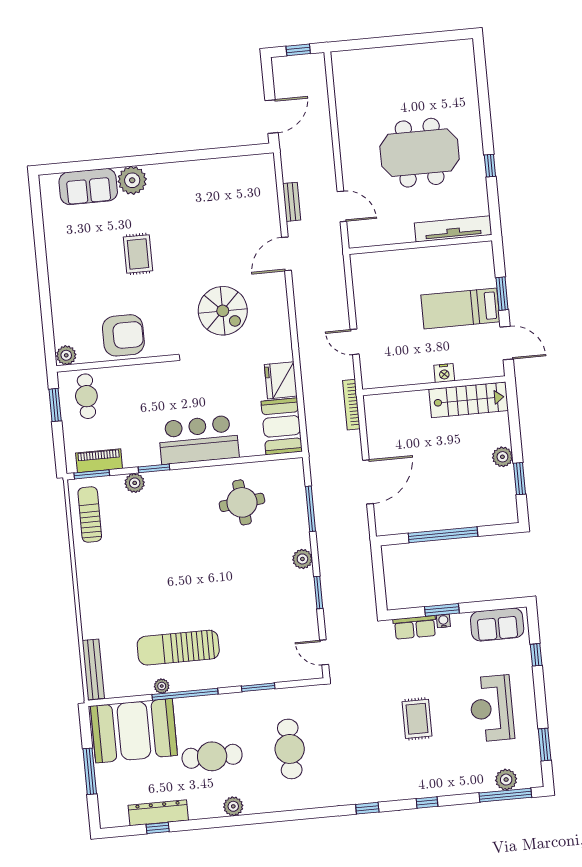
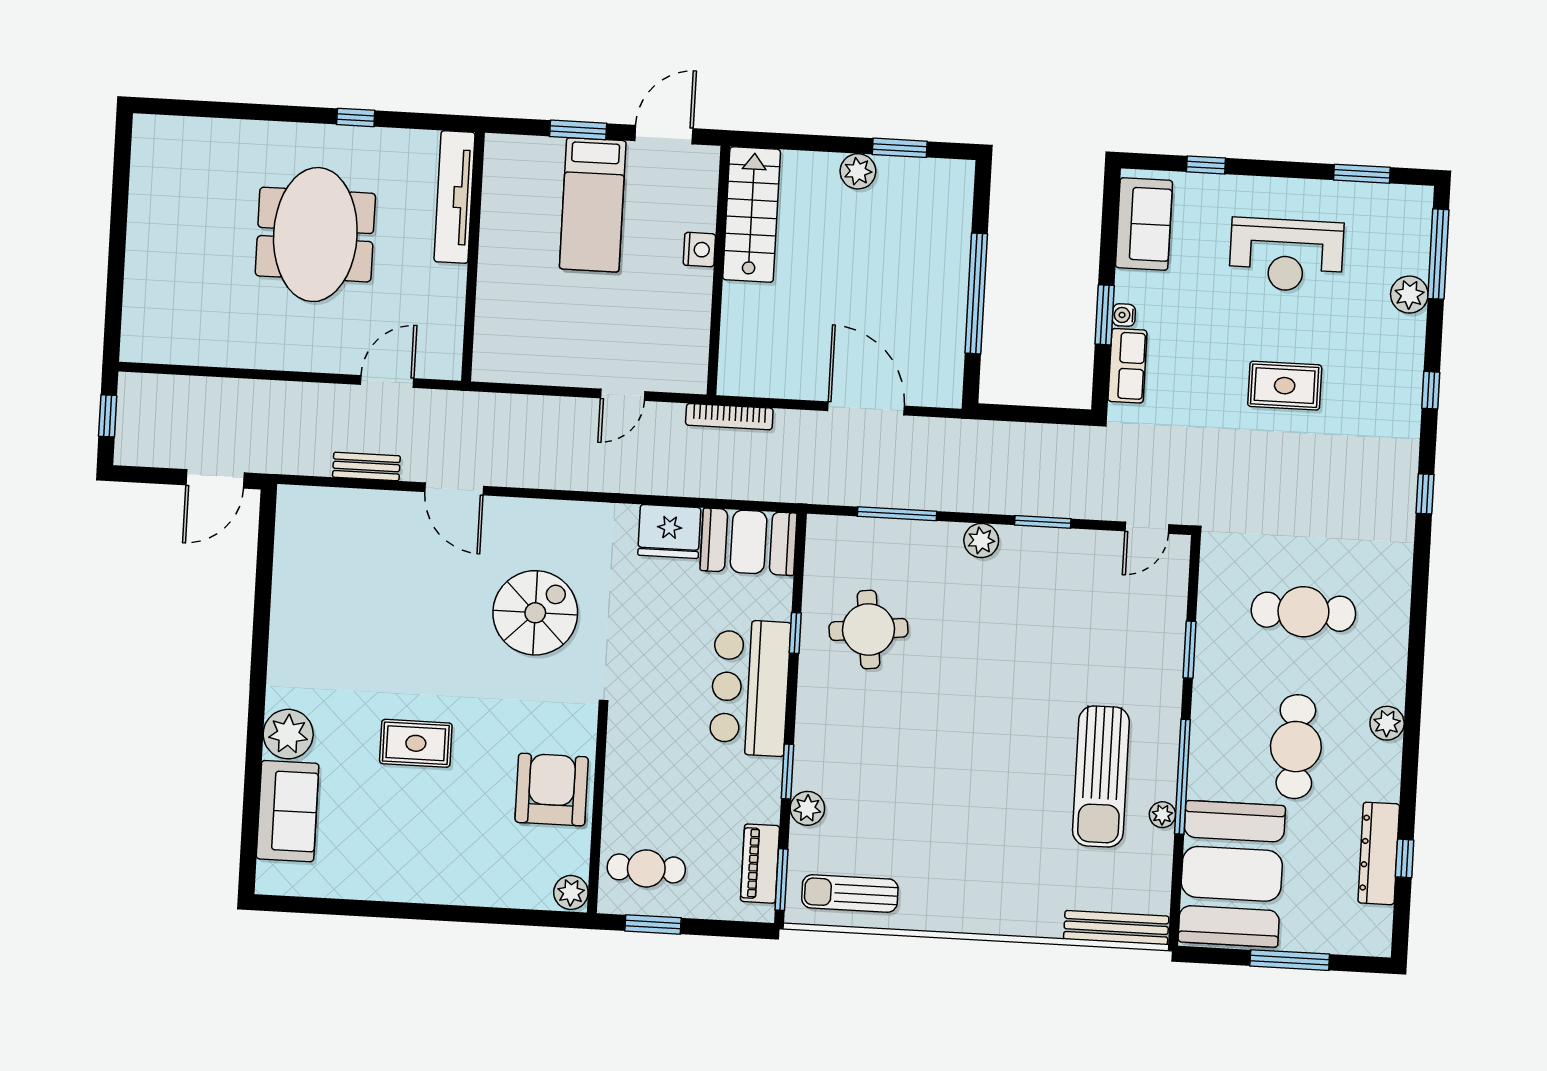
door: (272, 117) -> (215, 479), swing flipped
window: (234, 461) -> (795, 633), added
plant: (506, 780) -> (1409, 295), moved

